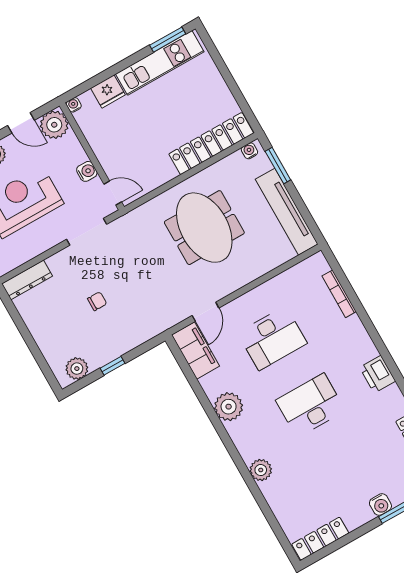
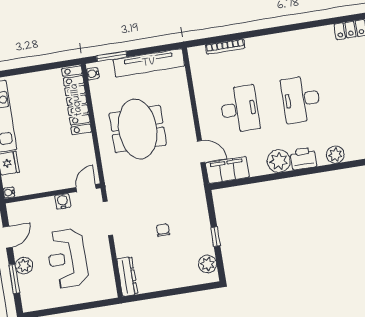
plant: (54, 125) -> (18, 213), removed
meeting table: (204, 228) -> (138, 129), turned 90
printer: (378, 374) -> (303, 159), moved, turned 180

